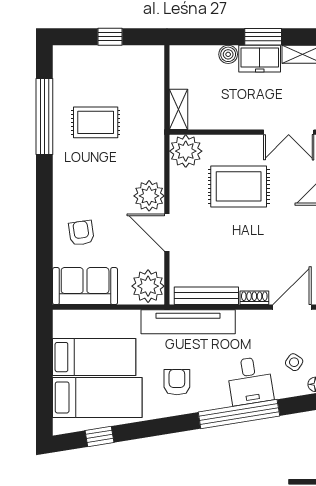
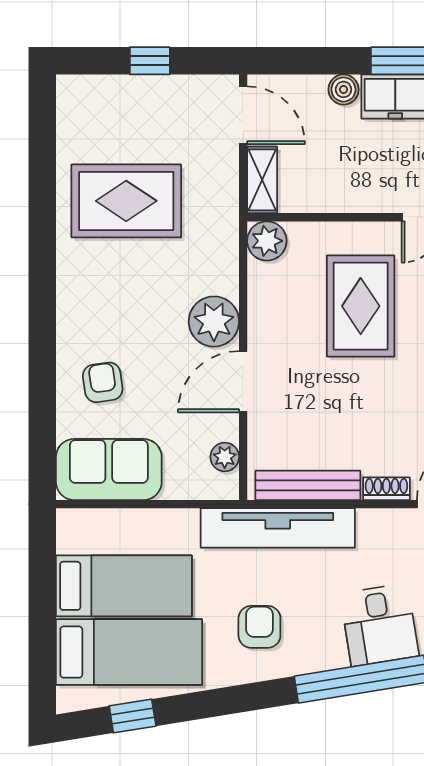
door: (167, 70) -> (243, 115), added
window: (44, 117) -> (42, 191), removed
rug: (96, 122) -> (126, 201), width x1.36, depth x1.43
plant: (186, 151) -> (267, 241), width x0.73, depth x0.73
rug: (239, 186) -> (361, 306), turned 90
door: (167, 233) -> (243, 382), hinge flipped
plant: (148, 286) -> (225, 457), width x0.53, depth x0.53

